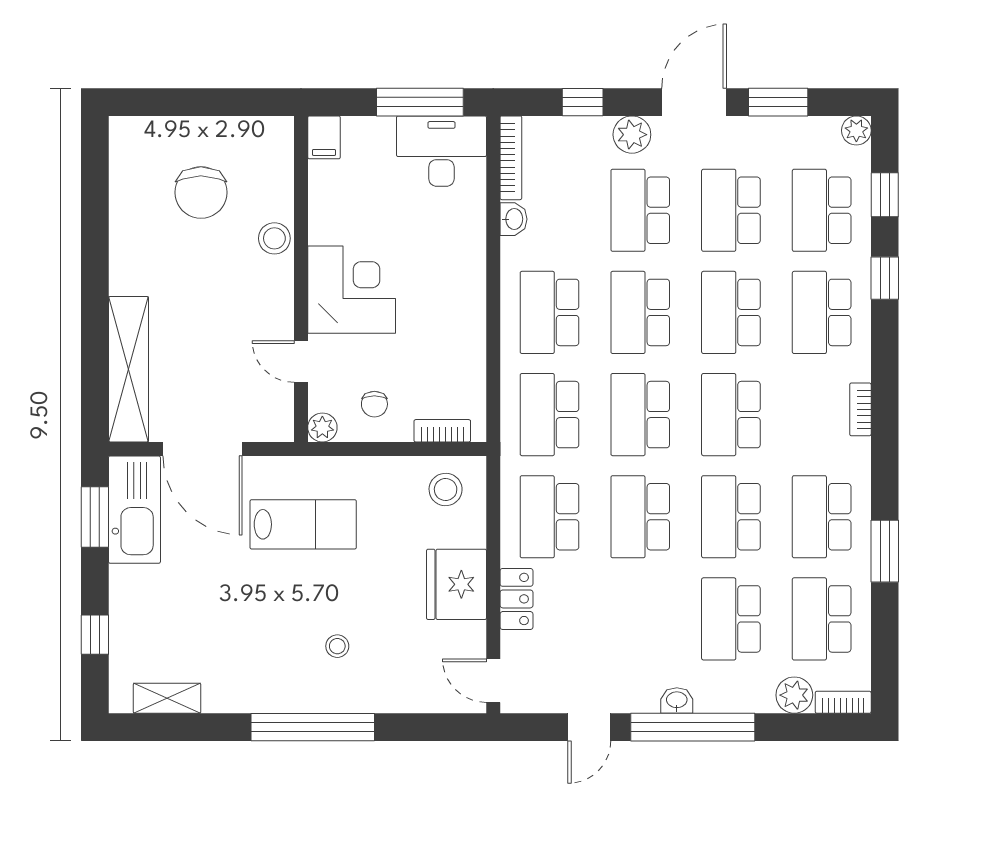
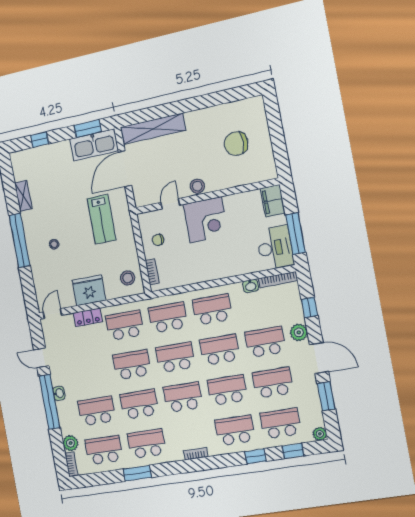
filing cabinet: (324, 137) -> (273, 201), width x2.00
stool: (274, 238) -> (197, 186), moved
plant: (322, 427) -> (144, 219), removed
shelving: (167, 698) -> (23, 196), moved

